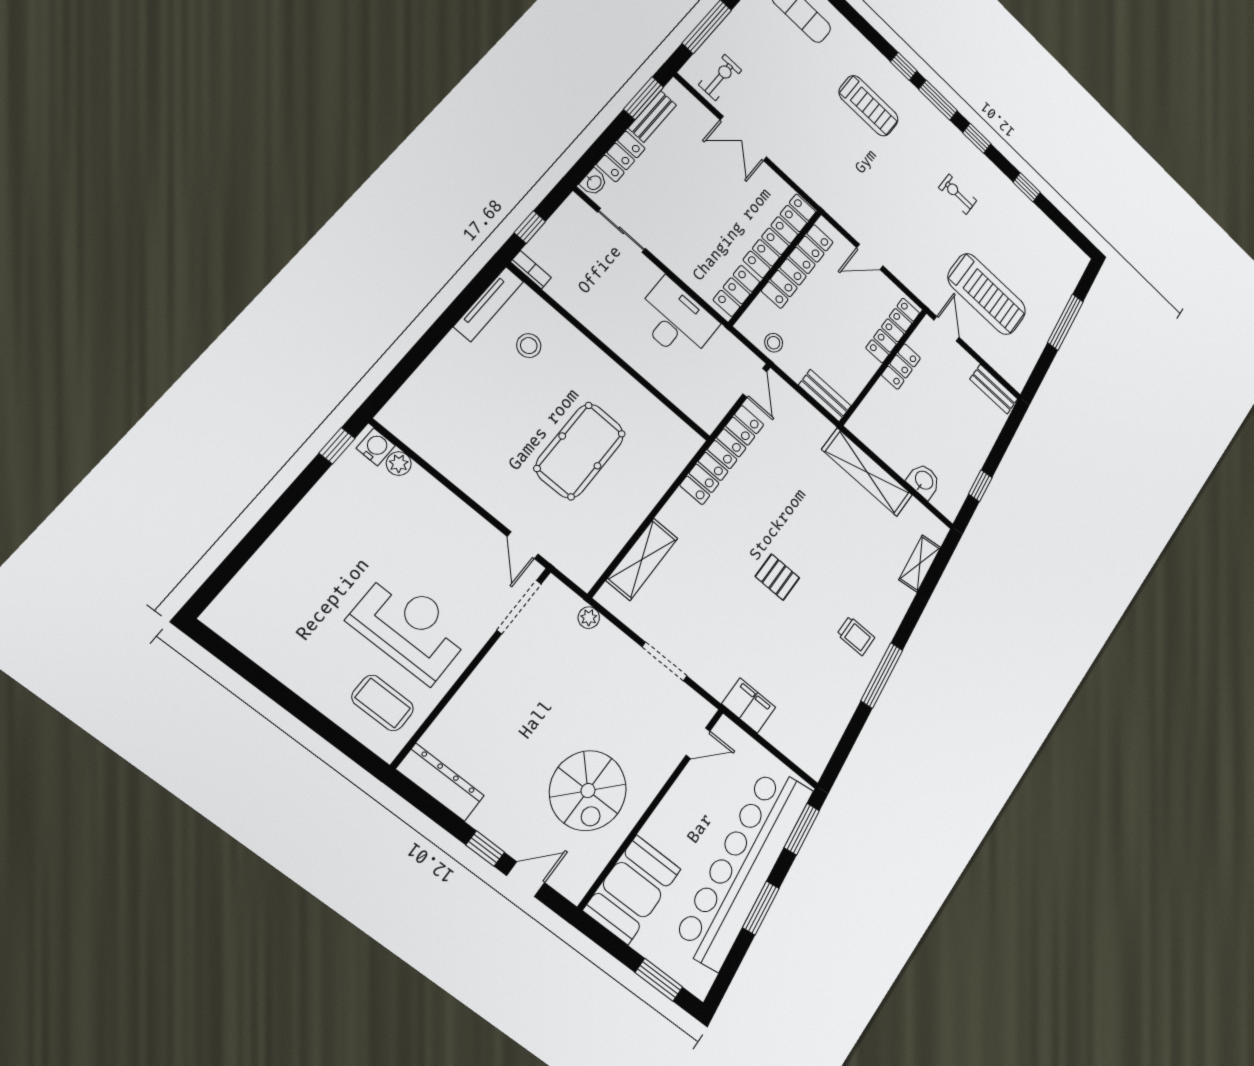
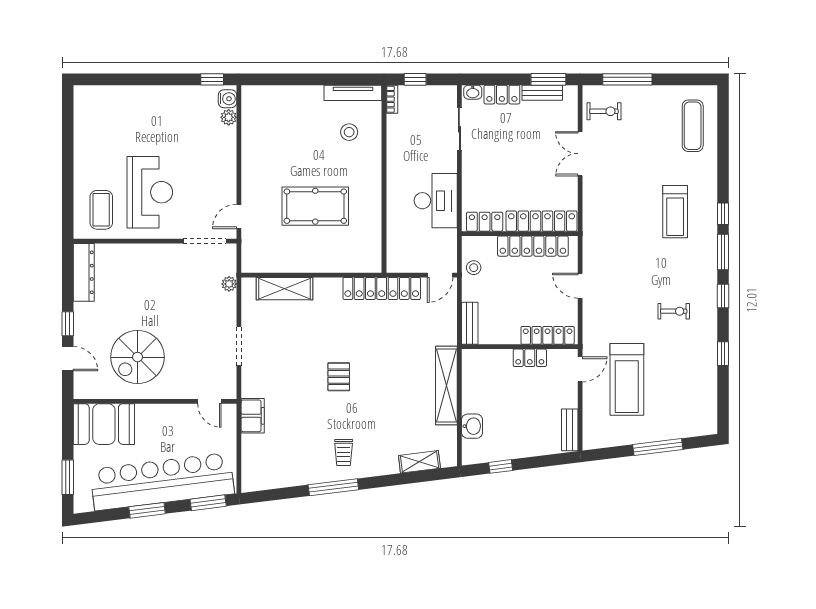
exercise bike: (958, 194) -> (674, 311), turned 90

